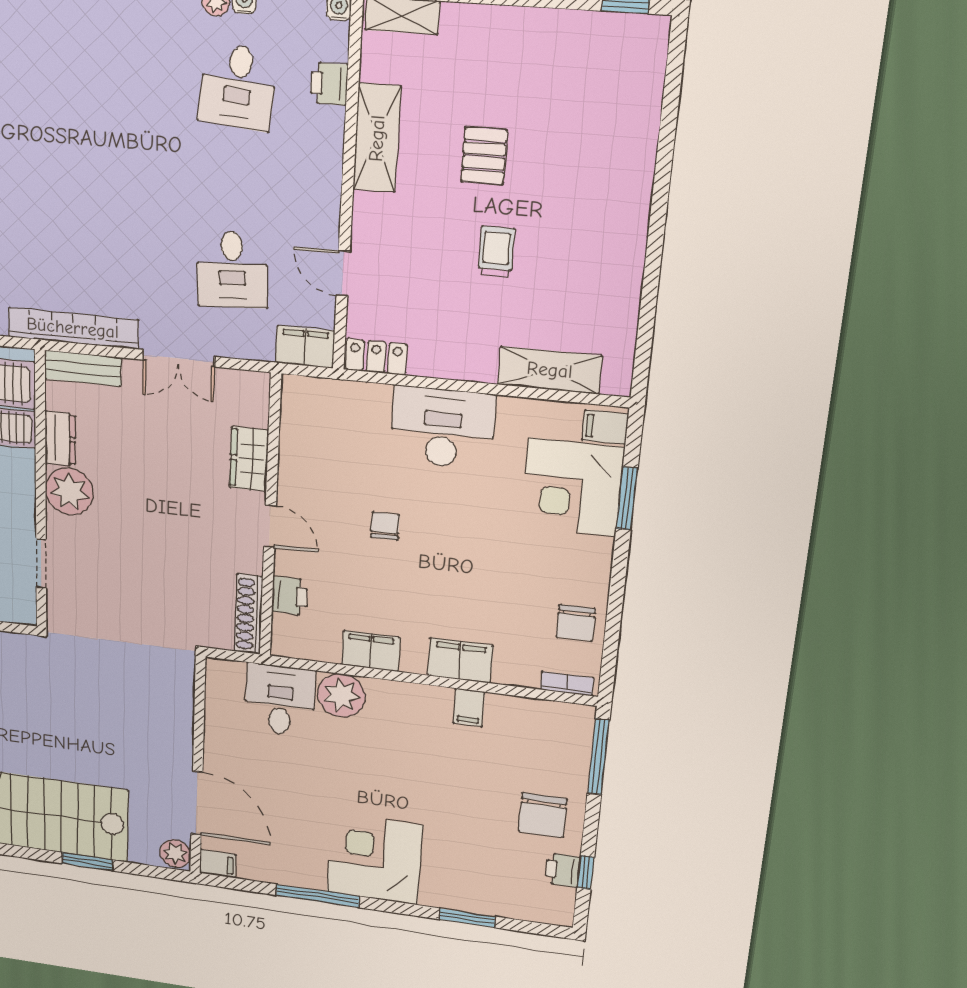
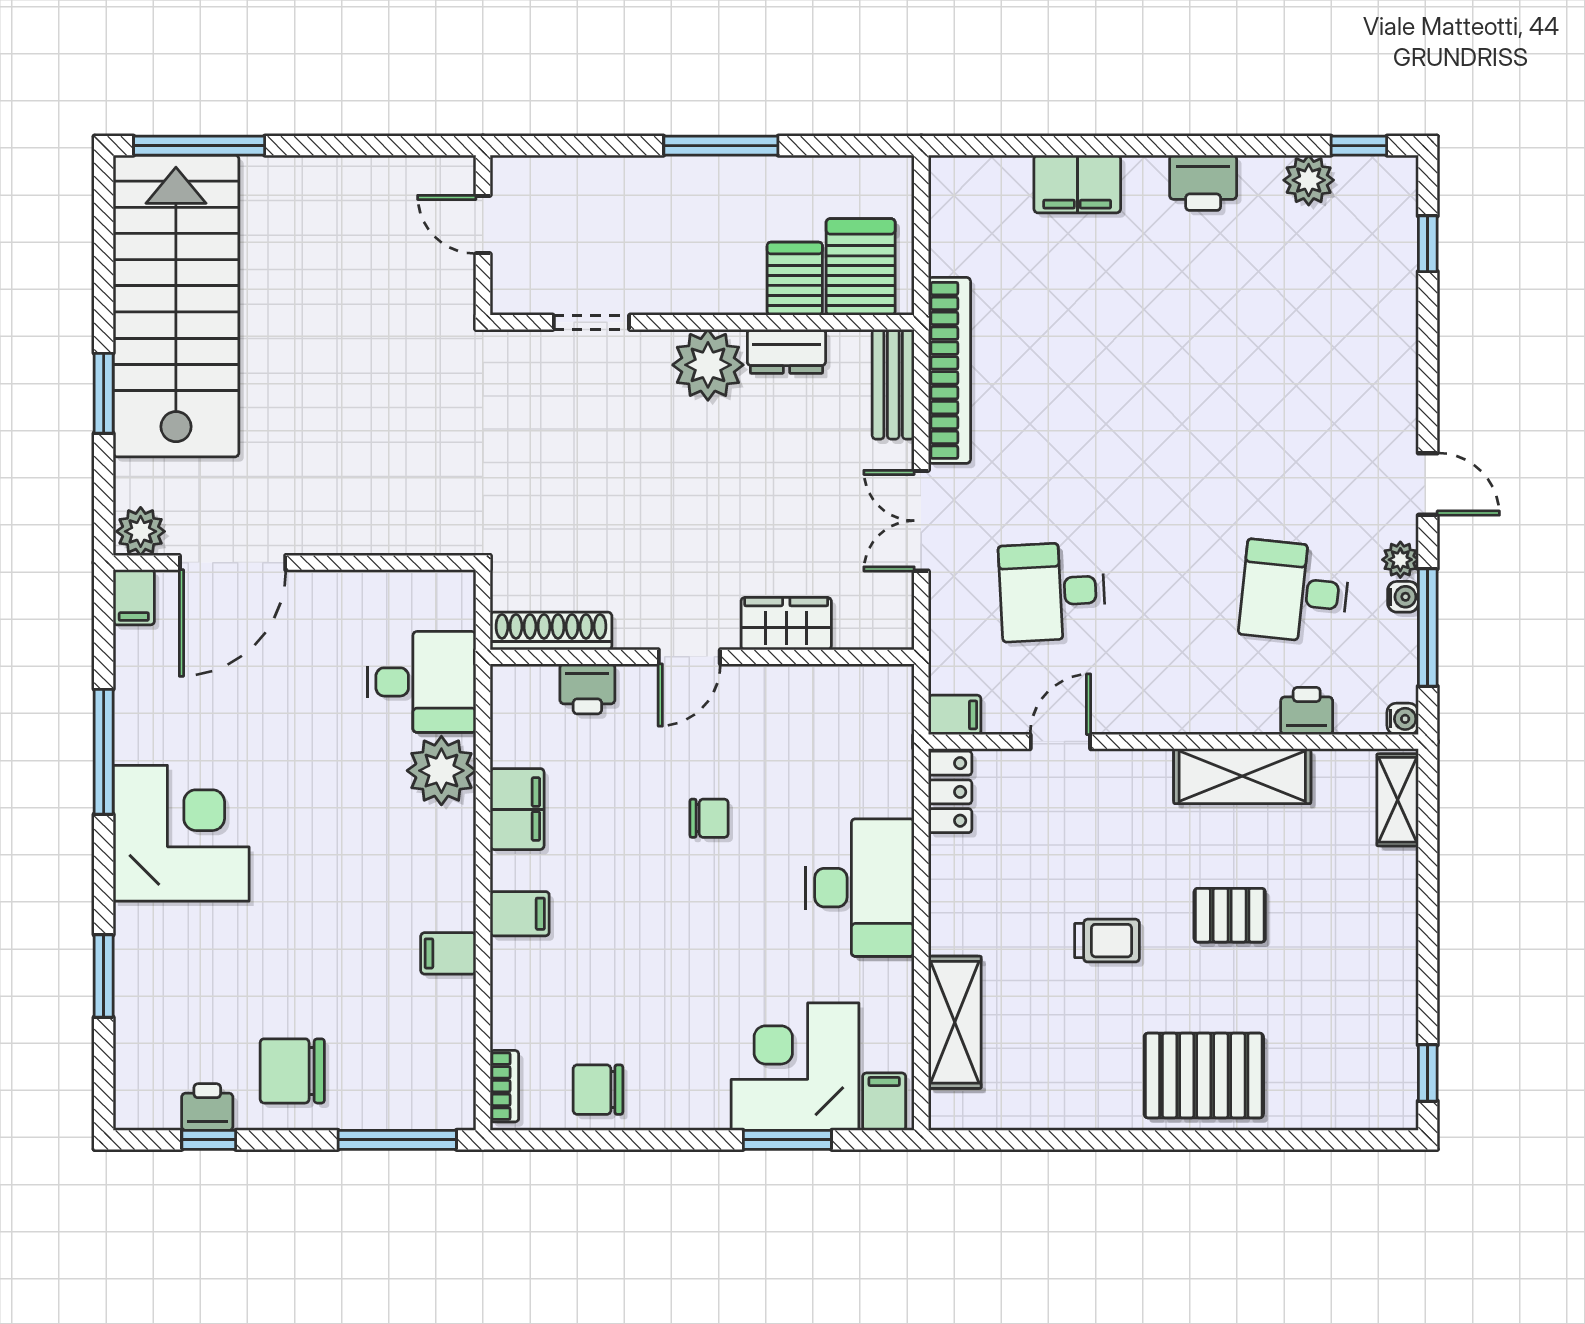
pallet: (609, 186) -> (1204, 1076), added
filing cabinet: (305, 347) -> (955, 715), width x0.50
filing cabinet: (460, 660) -> (520, 914), width x0.50

